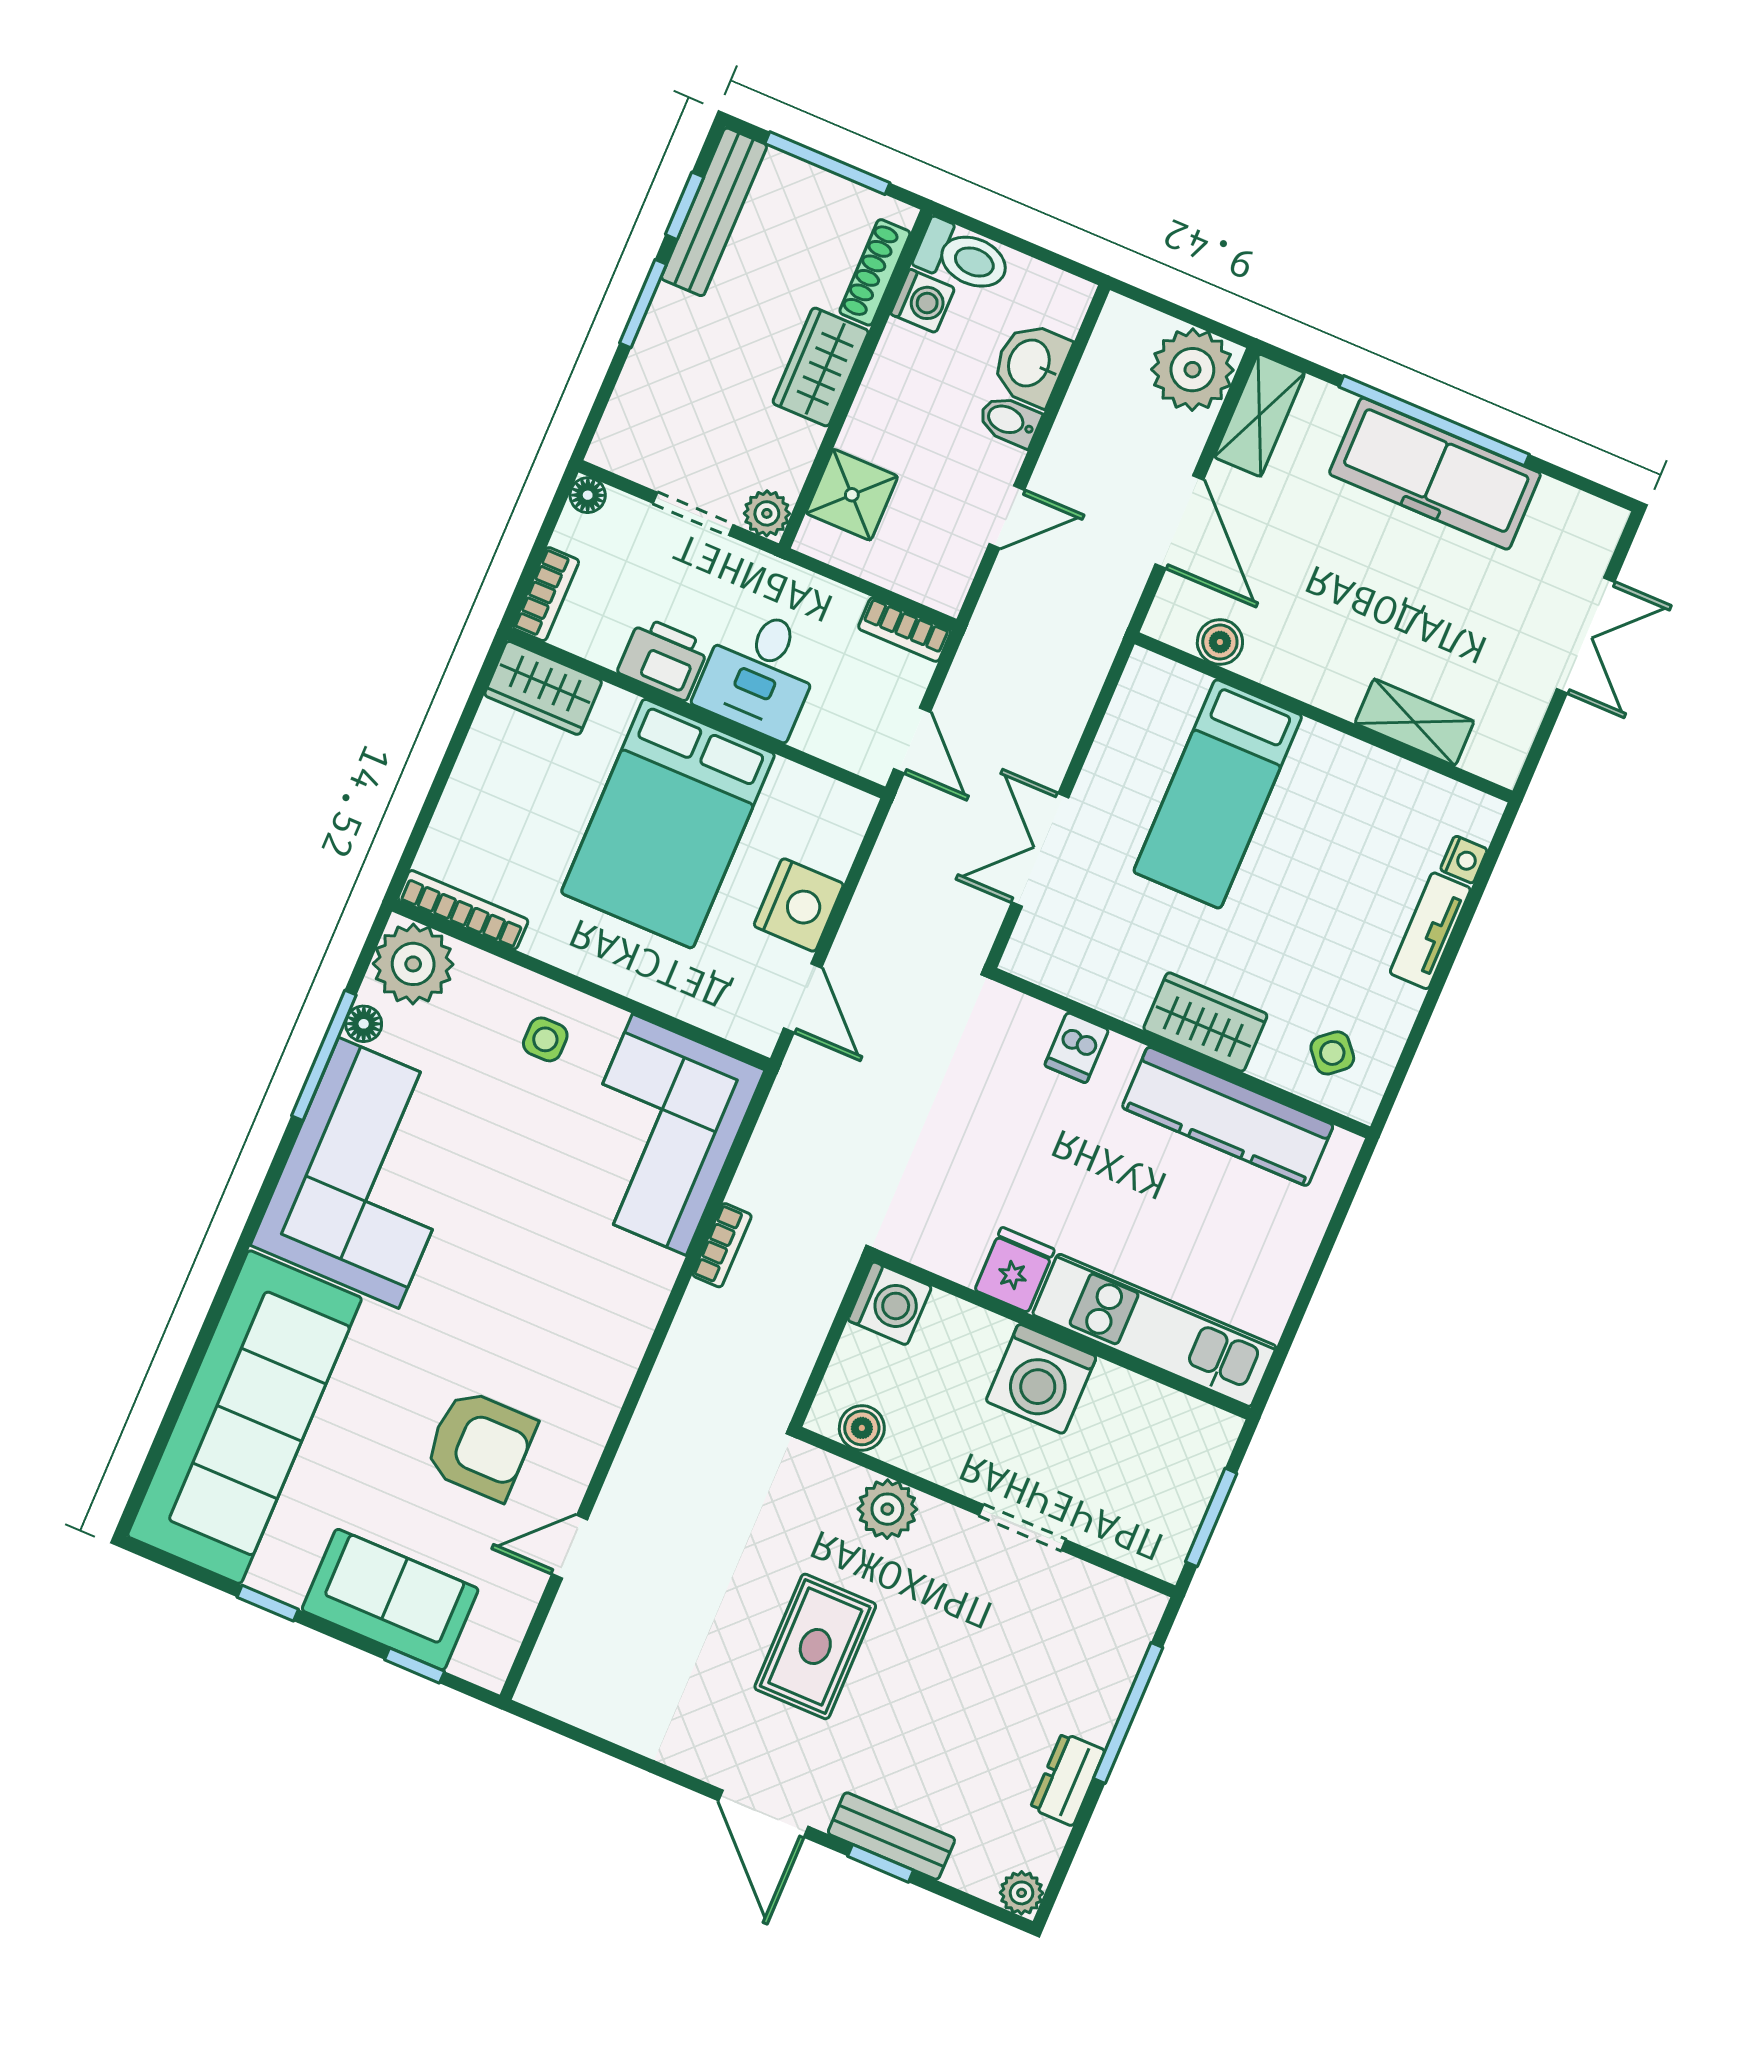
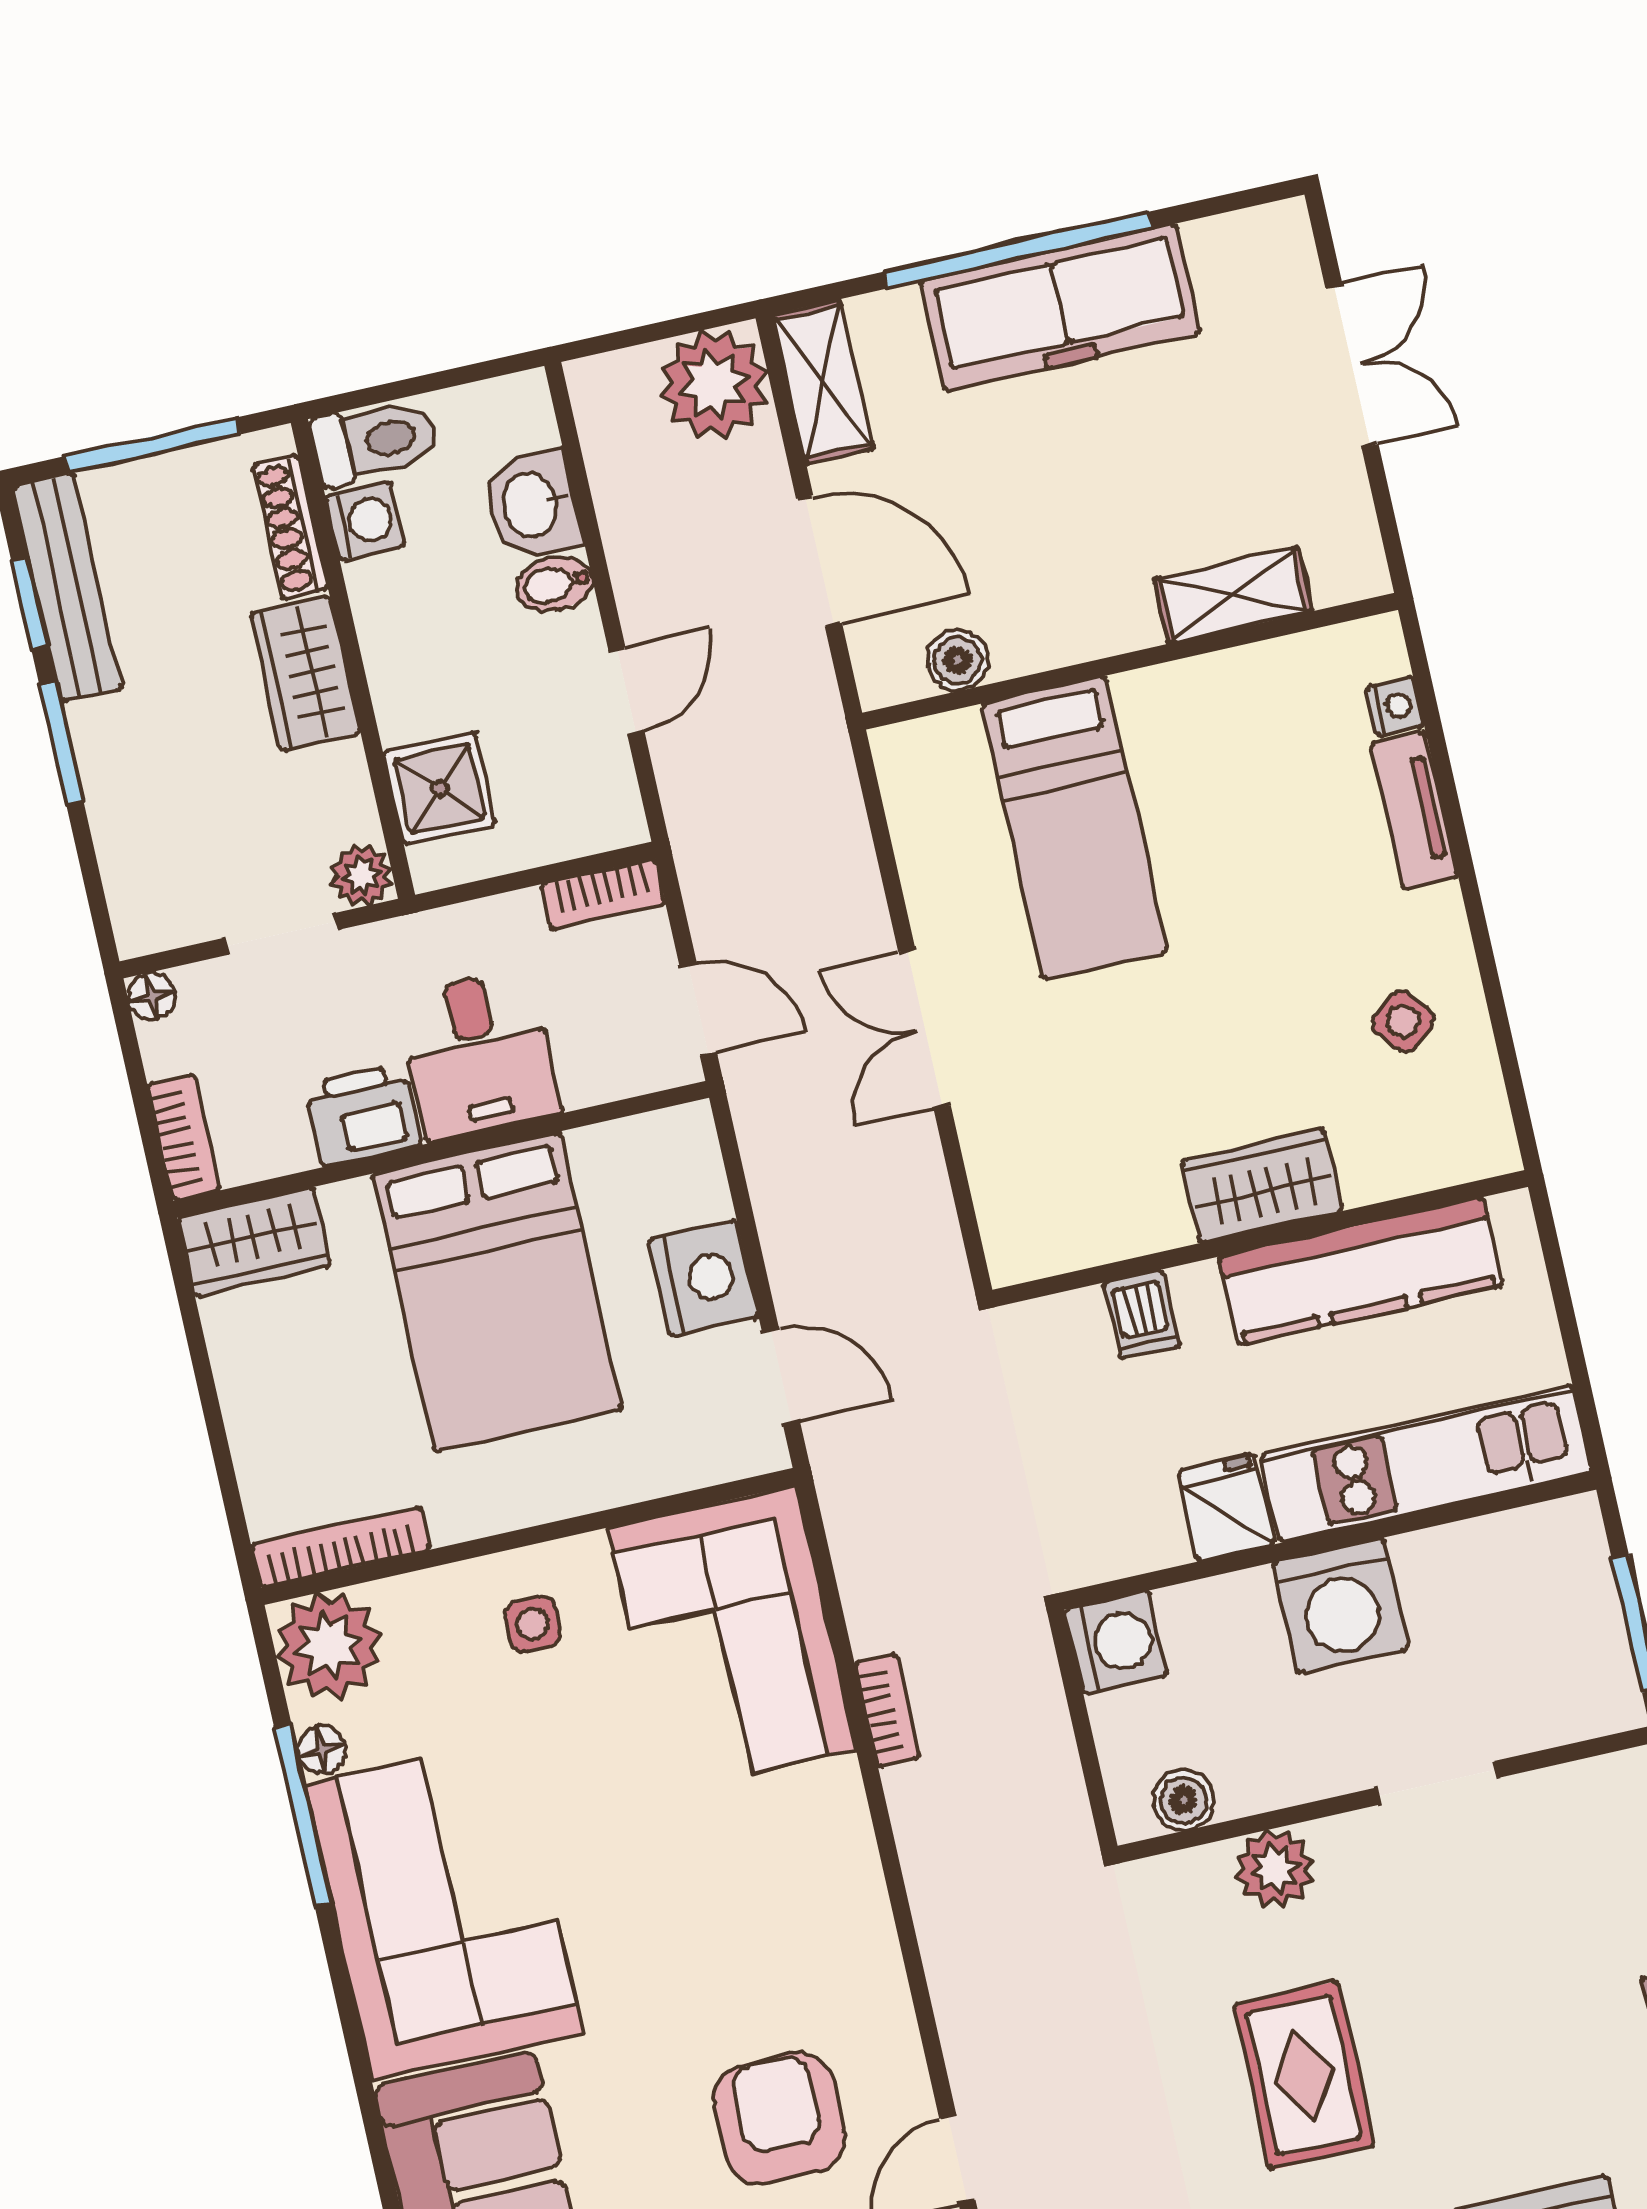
wardrobe: (1205, 1022) -> (1262, 1185), moved
dishwasher: (1077, 1048) -> (1142, 1314), moved
wall: (1181, 1053) -> (1260, 1238), moved
kitchen counter: (1228, 1116) -> (1361, 1271), moved
armchair: (480, 1445) -> (779, 2118), turned -90

